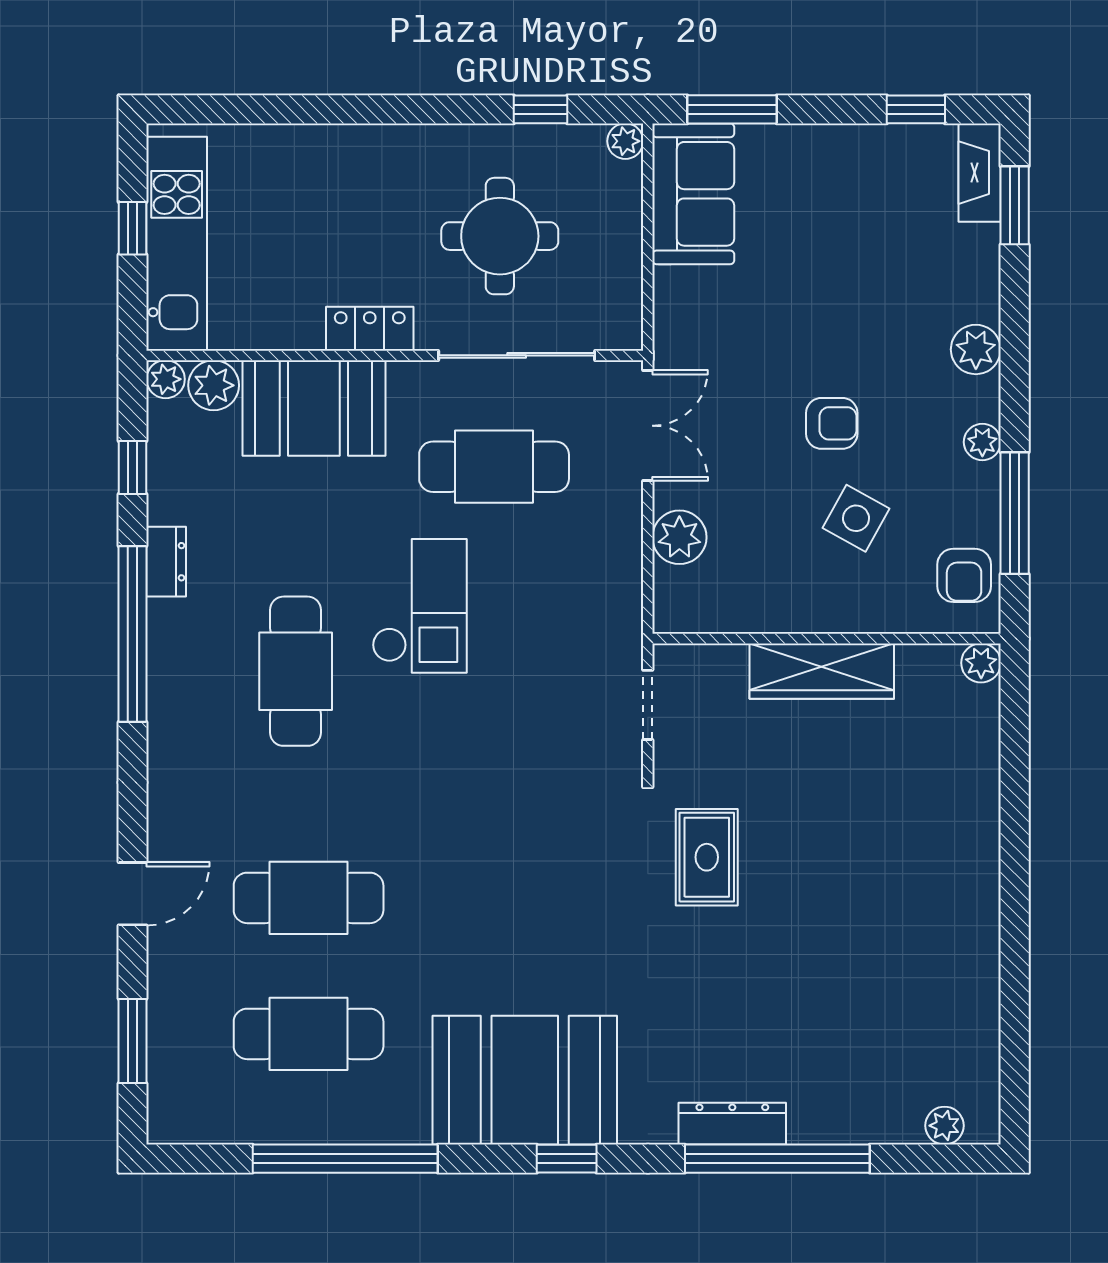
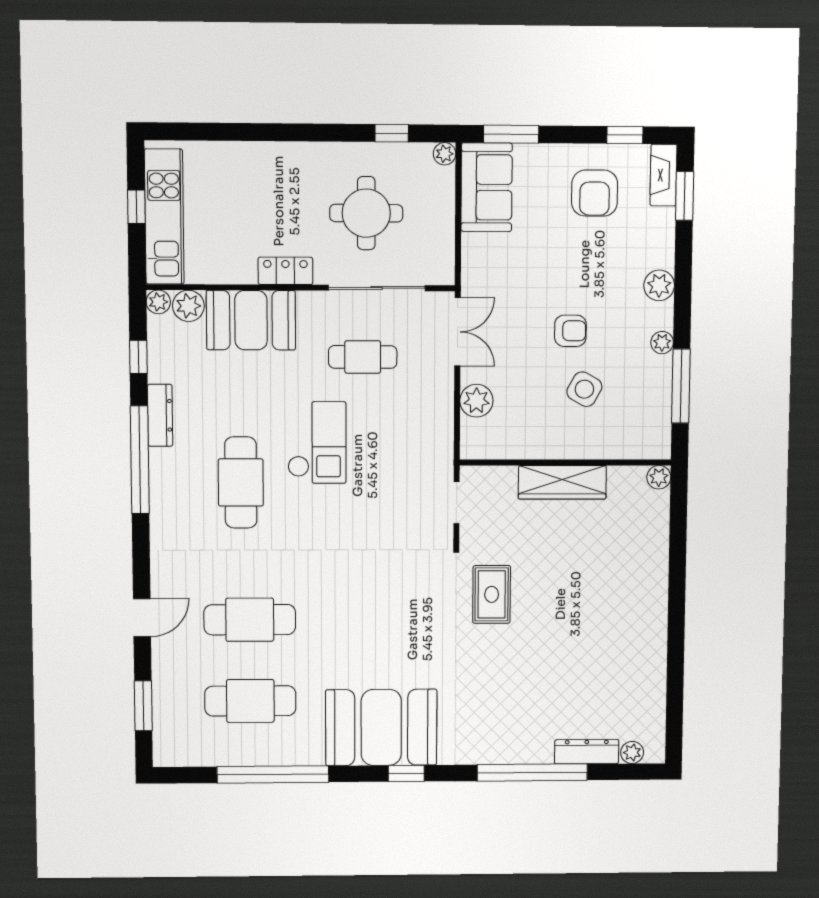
cafe table: (494, 467) -> (363, 357), width x0.73, depth x0.74
dresser: (166, 562) -> (160, 415), width x1.44
armchair: (964, 575) -> (595, 193), moved, width x1.38, depth x1.38
dresser: (732, 1124) -> (587, 752), moved

